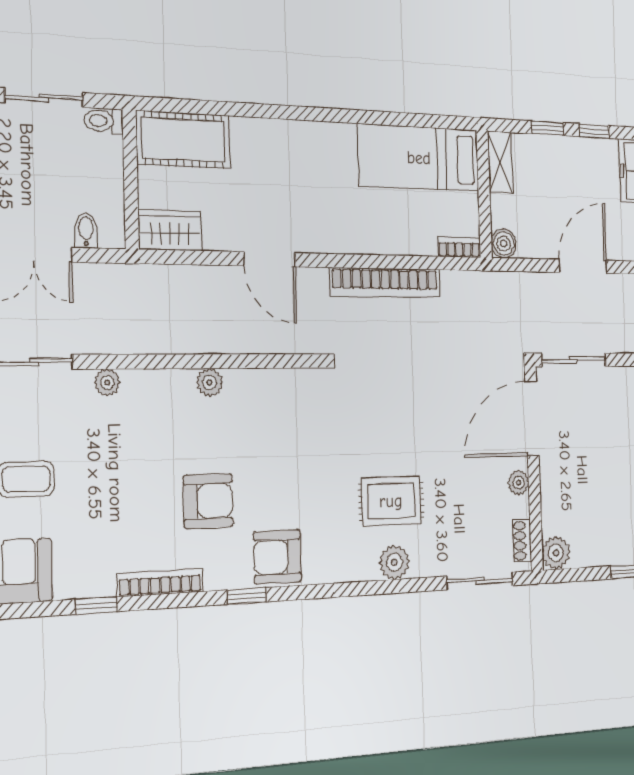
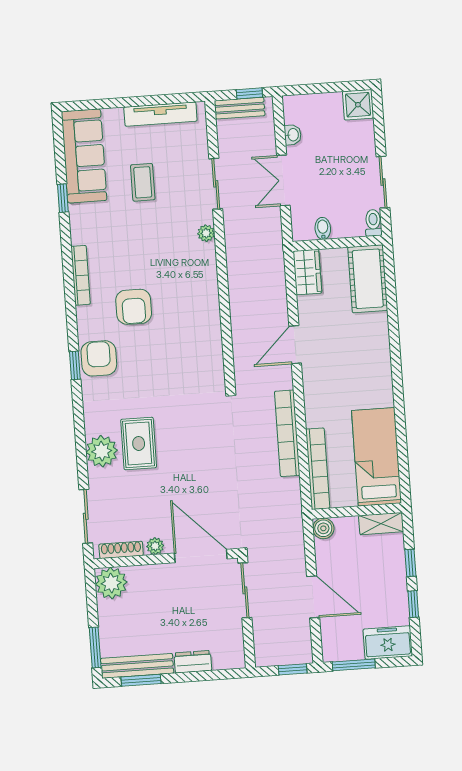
bidet: (86, 231) -> (323, 228), moved, turned -90
bookcase: (459, 247) -> (318, 469), width x2.31, depth x1.31
plant: (209, 382) -> (211, 304), removed
shoe rack: (522, 541) -> (121, 550), width x1.43
plant: (556, 553) -> (111, 583), width x1.36, depth x1.36
plant: (394, 562) -> (102, 451), width x1.36, depth x1.36
window: (247, 596) -> (75, 365), moved
window: (96, 606) -> (63, 198), moved

